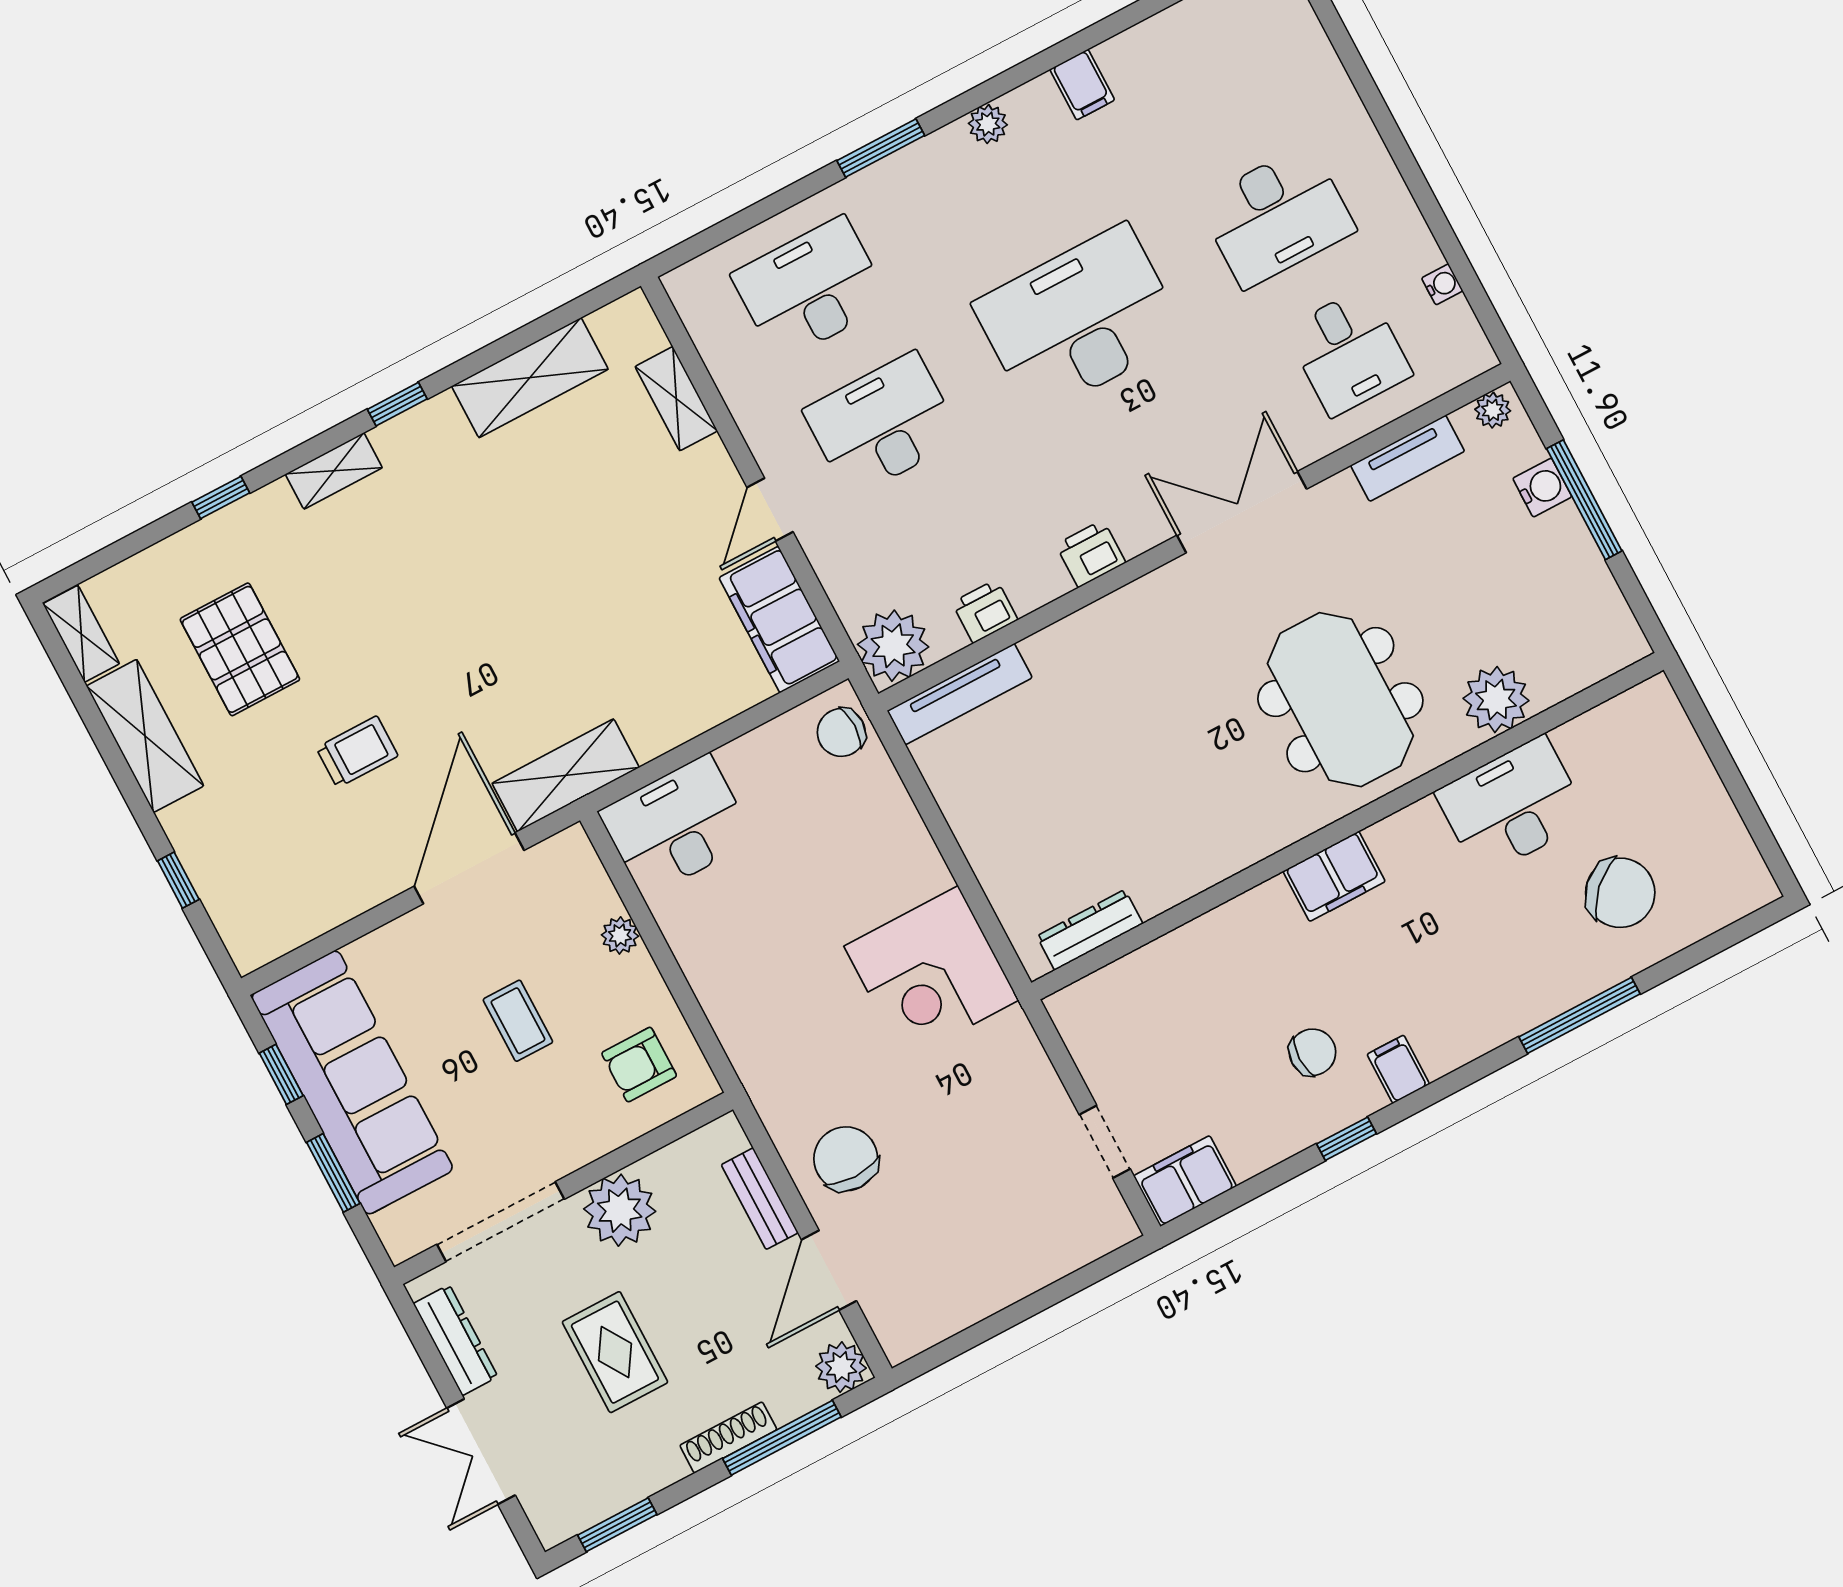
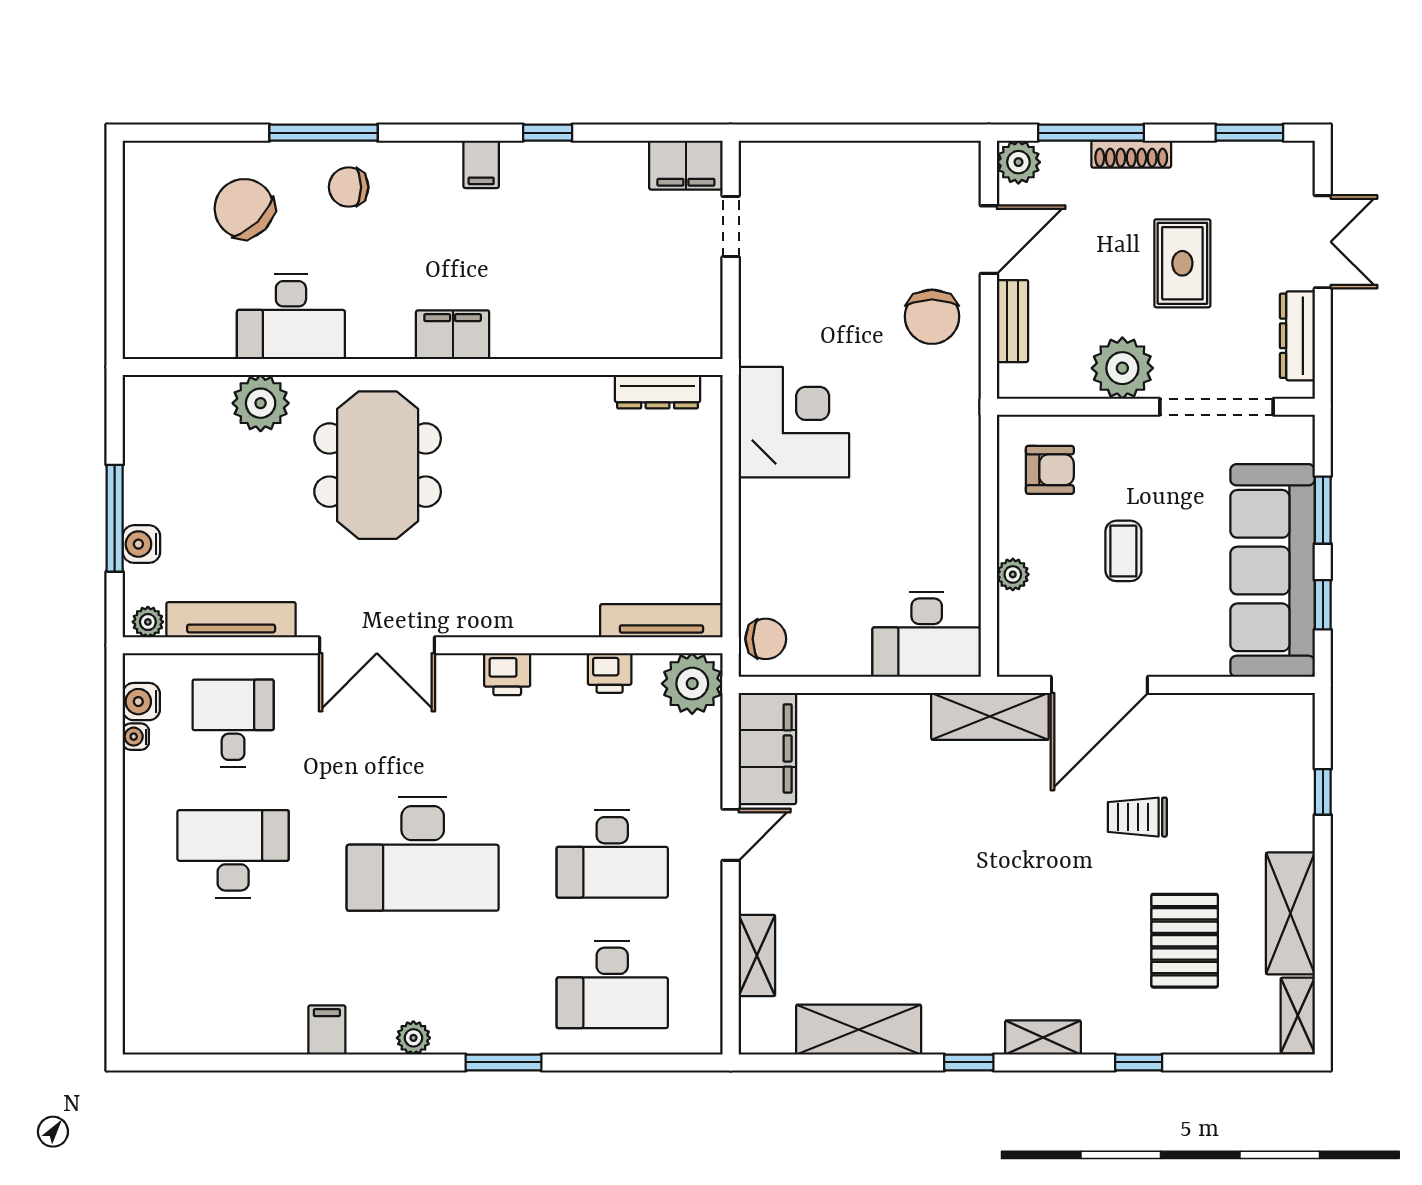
water cooler: (1456, 324) -> (141, 702), added
tv unit: (1408, 458) -> (231, 620), width x1.41
chair: (1312, 1052) -> (349, 187), moved

